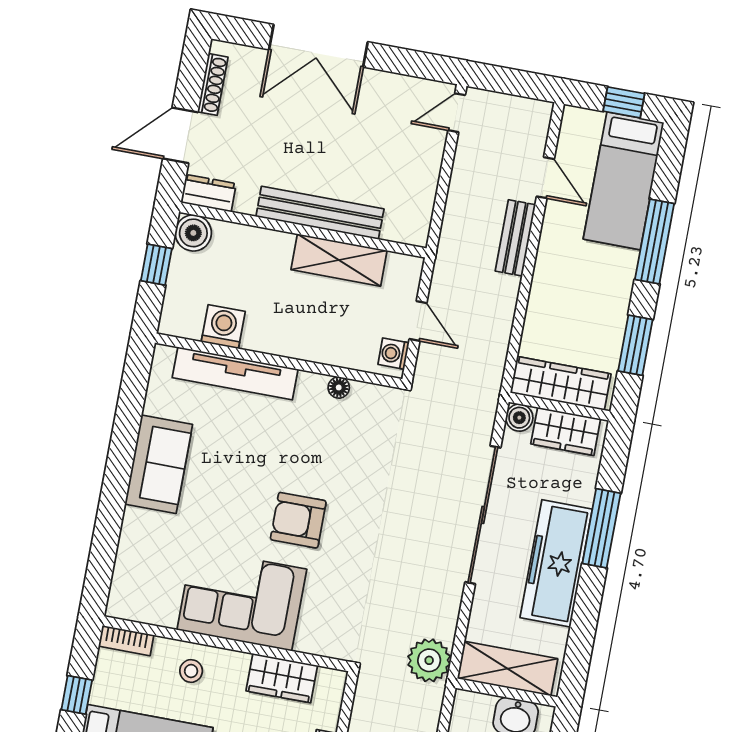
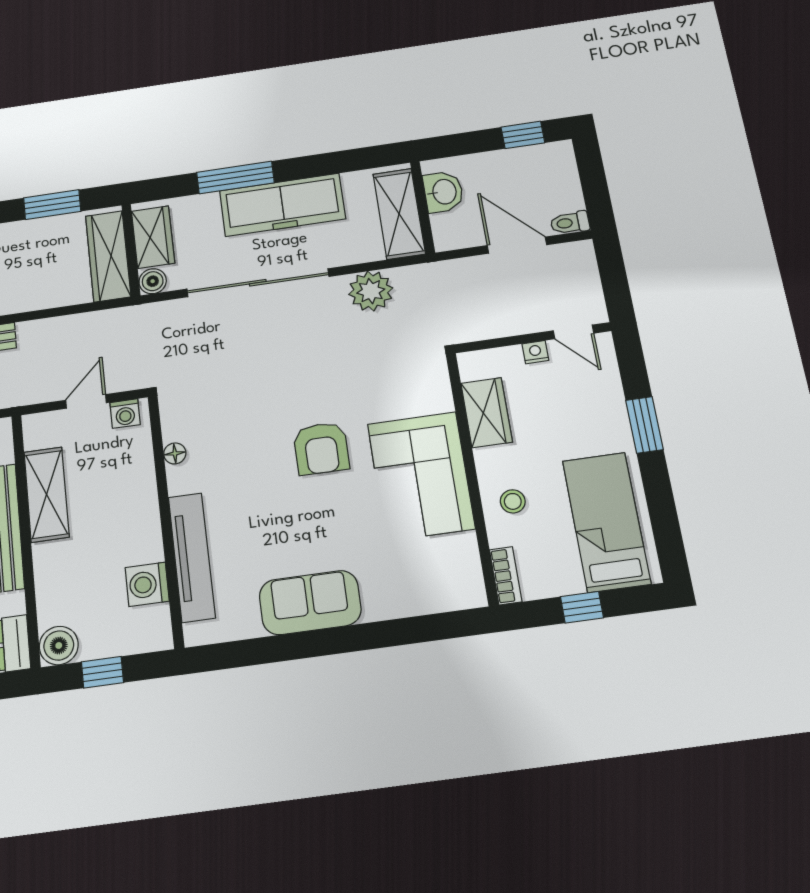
plant: (429, 660) -> (371, 291), moved

